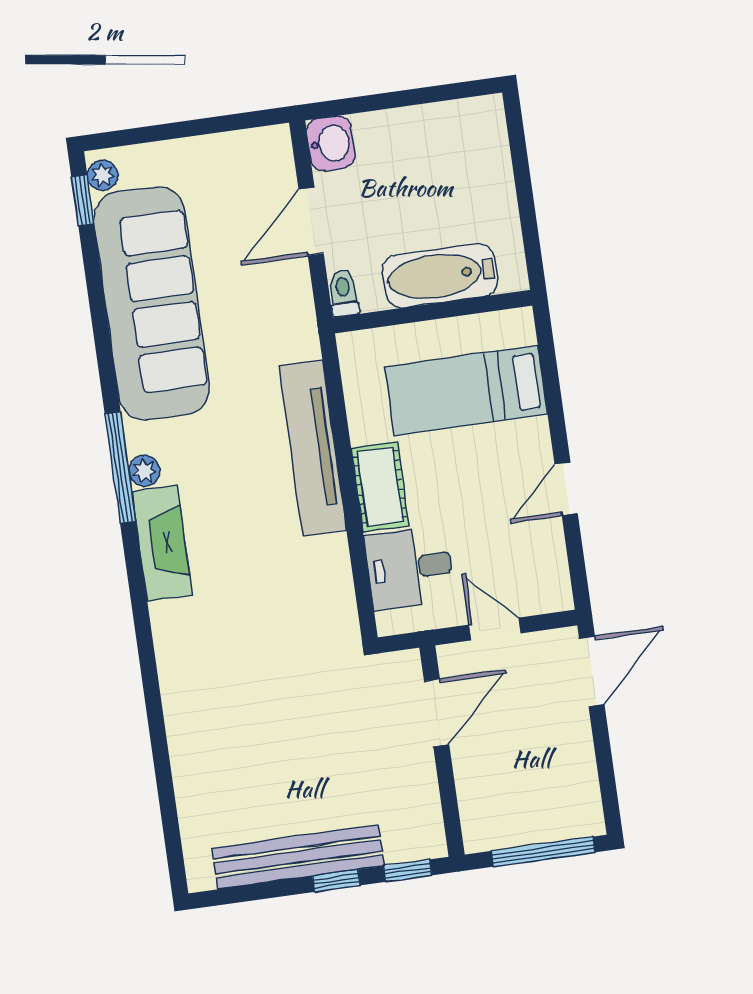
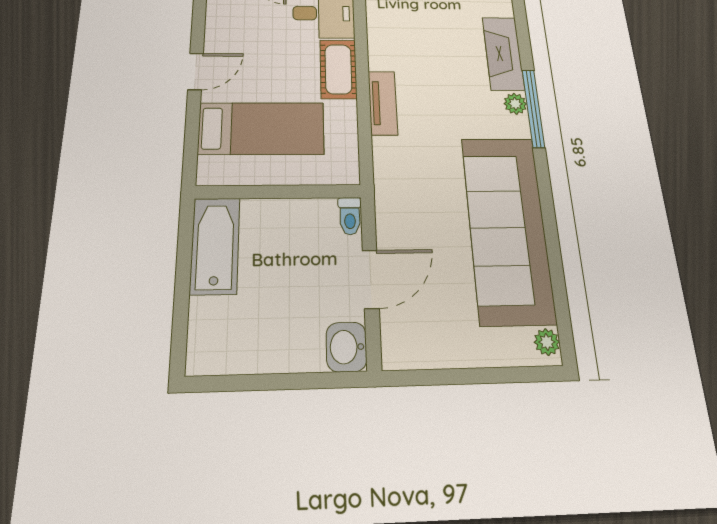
window: (83, 200) -> (564, 322), removed
bathtub: (440, 276) -> (215, 246), moved, turned -90
tv unit: (313, 448) -> (383, 103), width x0.52, depth x0.78
door: (566, 489) -> (196, 71), moved

